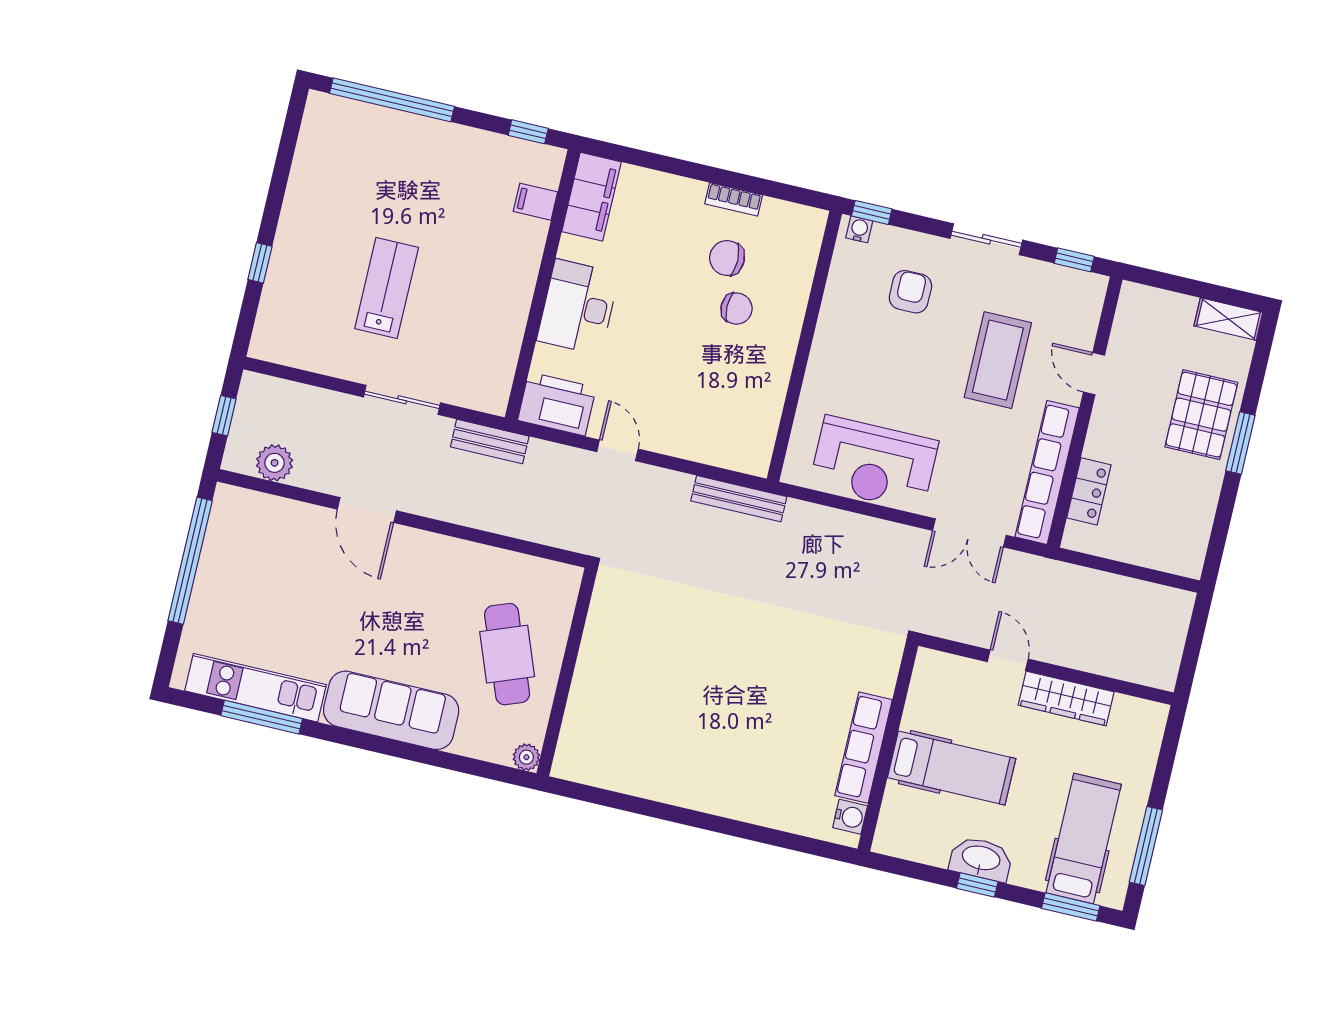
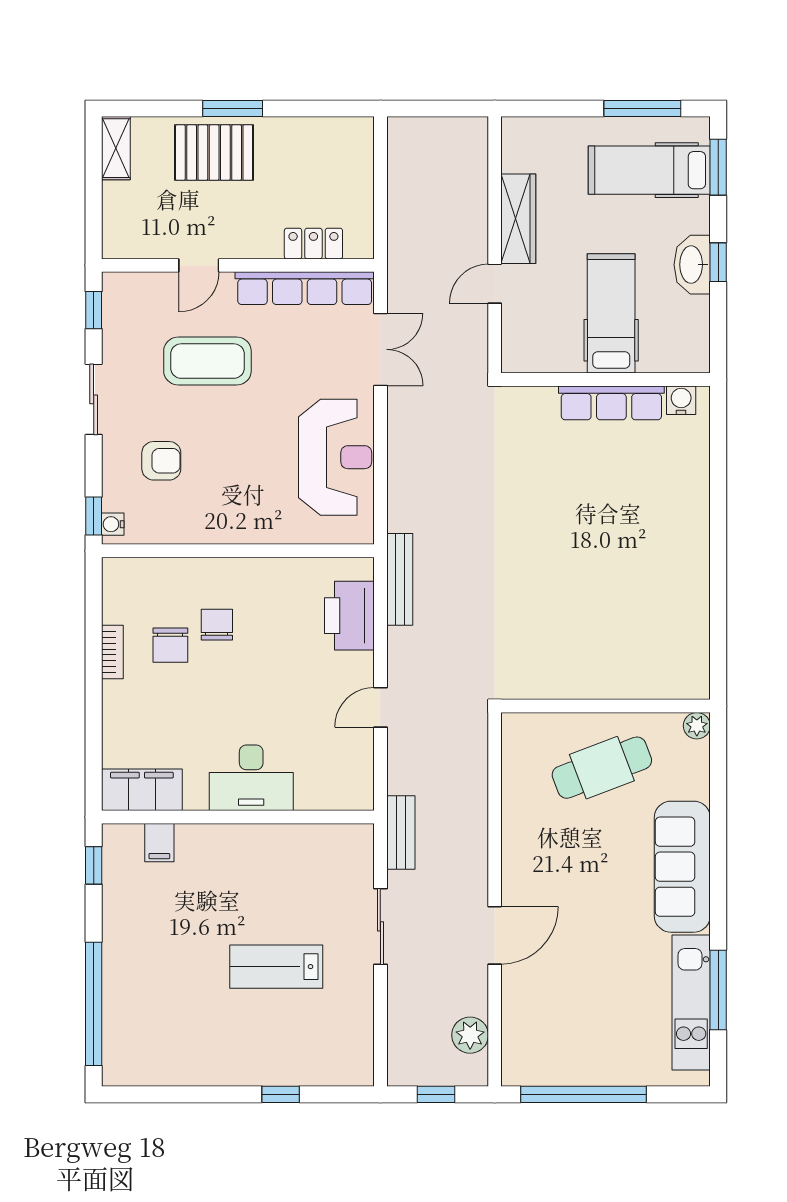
armchair: (910, 292) -> (161, 461), turned 180
printer: (557, 404) -> (349, 616), moved

